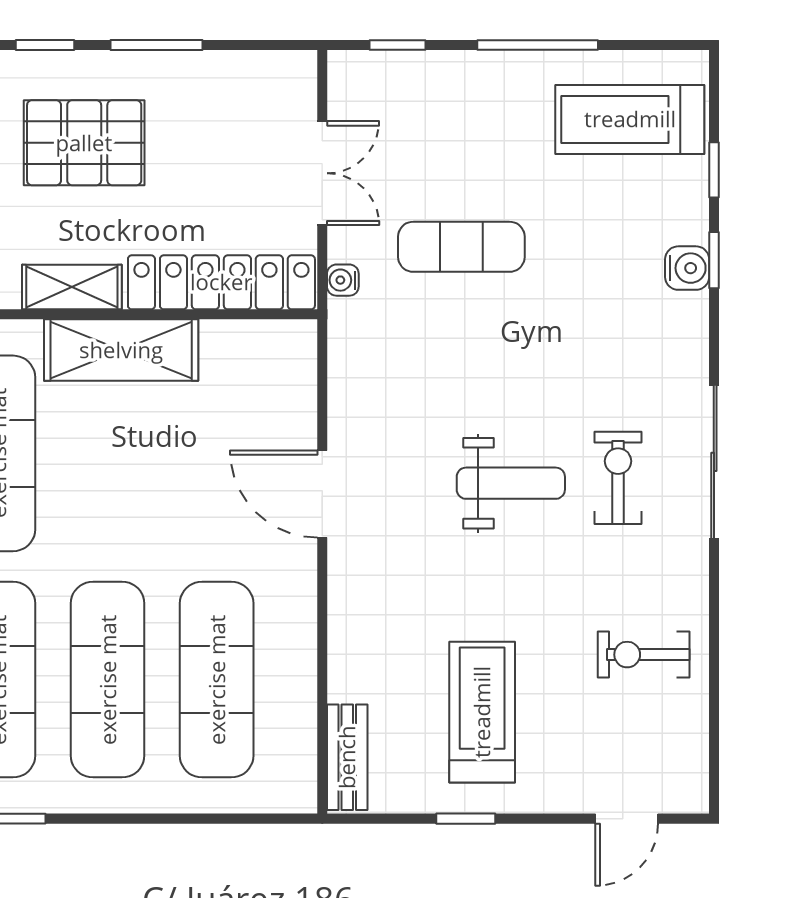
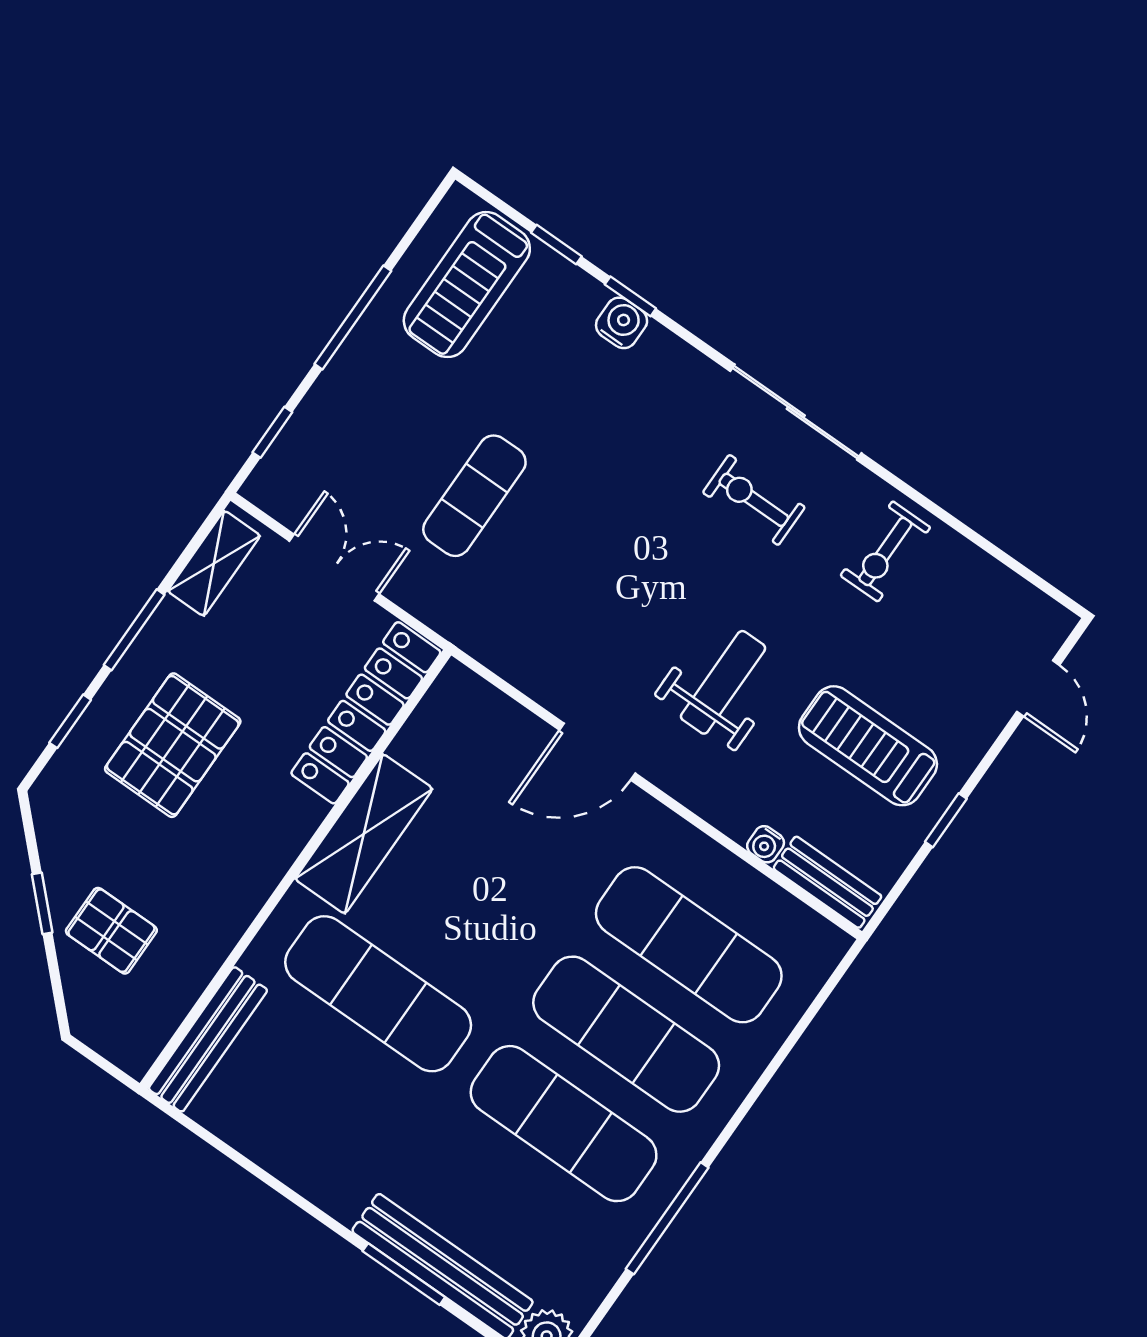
water cooler: (343, 280) -> (766, 844), moved
shelving: (72, 287) -> (214, 563), moved
weight bench: (511, 483) -> (723, 682), moved
exercise bike: (644, 655) -> (885, 551), moved

